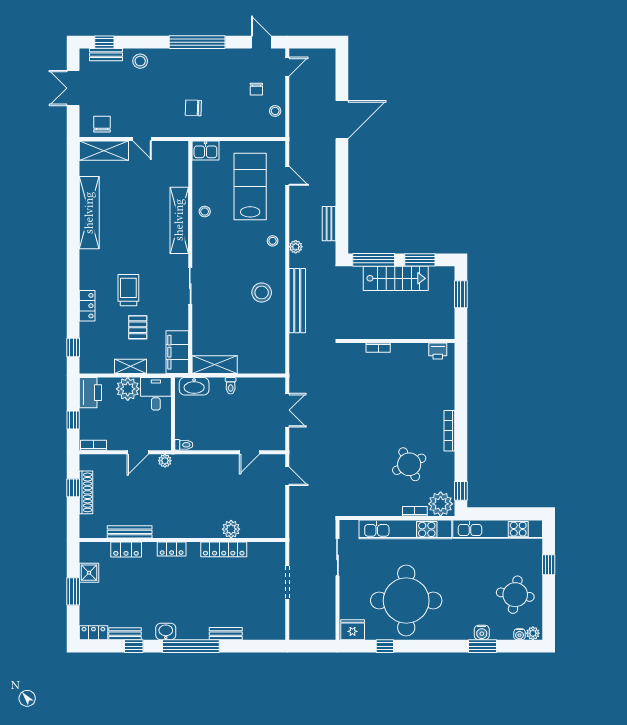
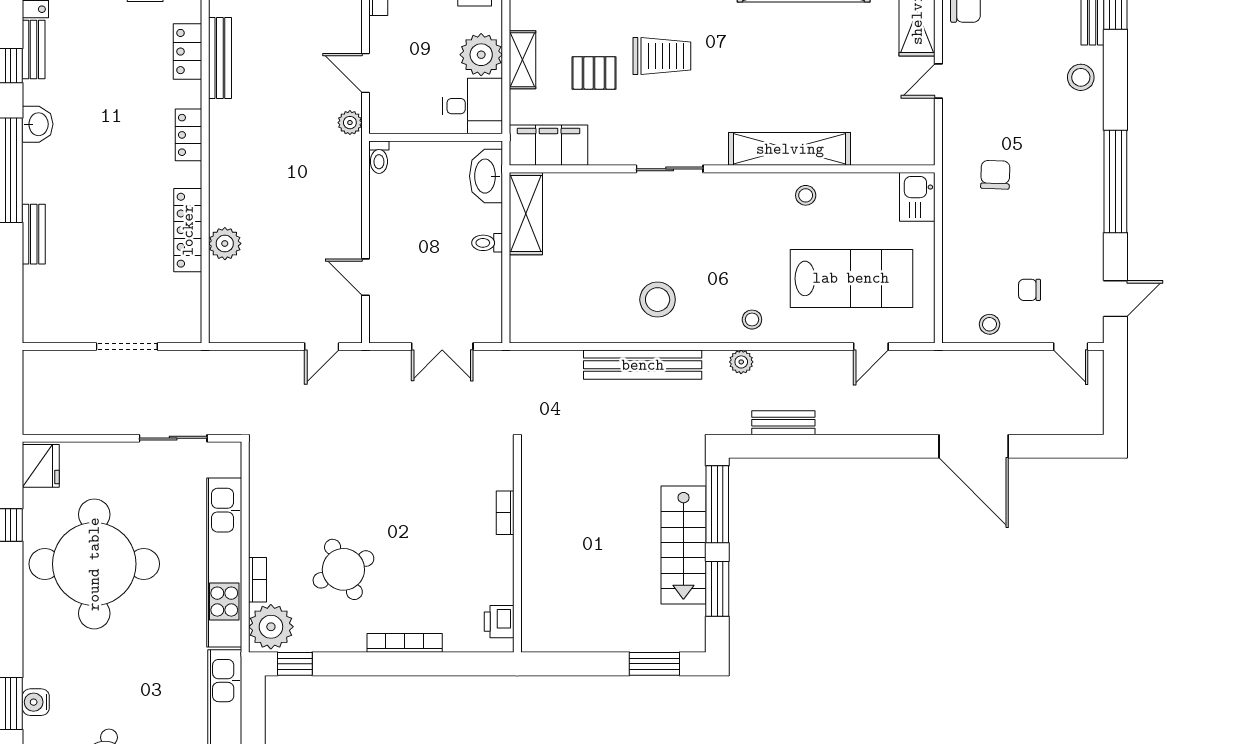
wall: (397, 341) -> (517, 547), moved
bookcase: (378, 348) -> (505, 513), moved
printer: (438, 351) -> (499, 622), moved

